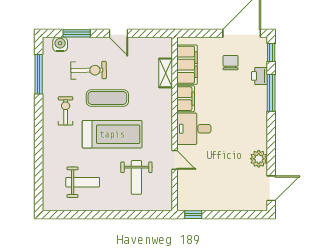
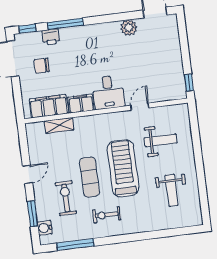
weight bench: (83, 182) -> (172, 190), turned 180

